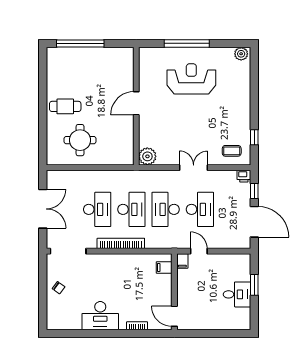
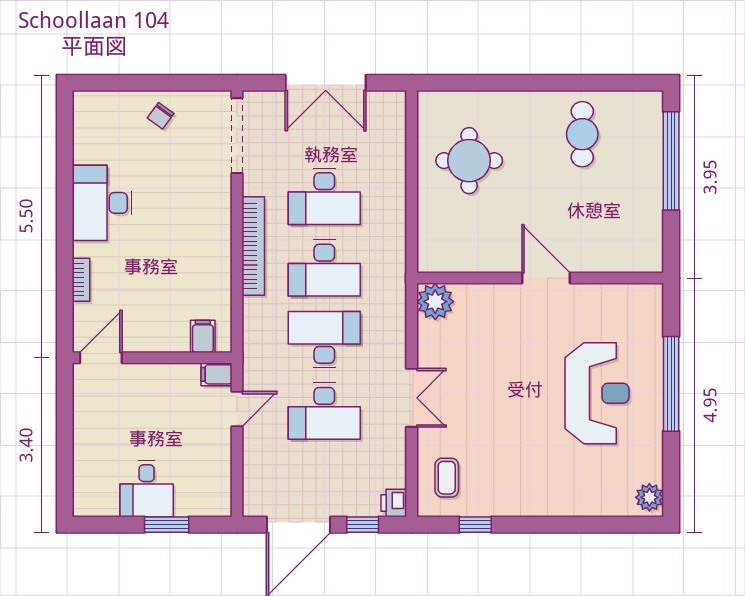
cafe table: (65, 106) -> (582, 134), moved

